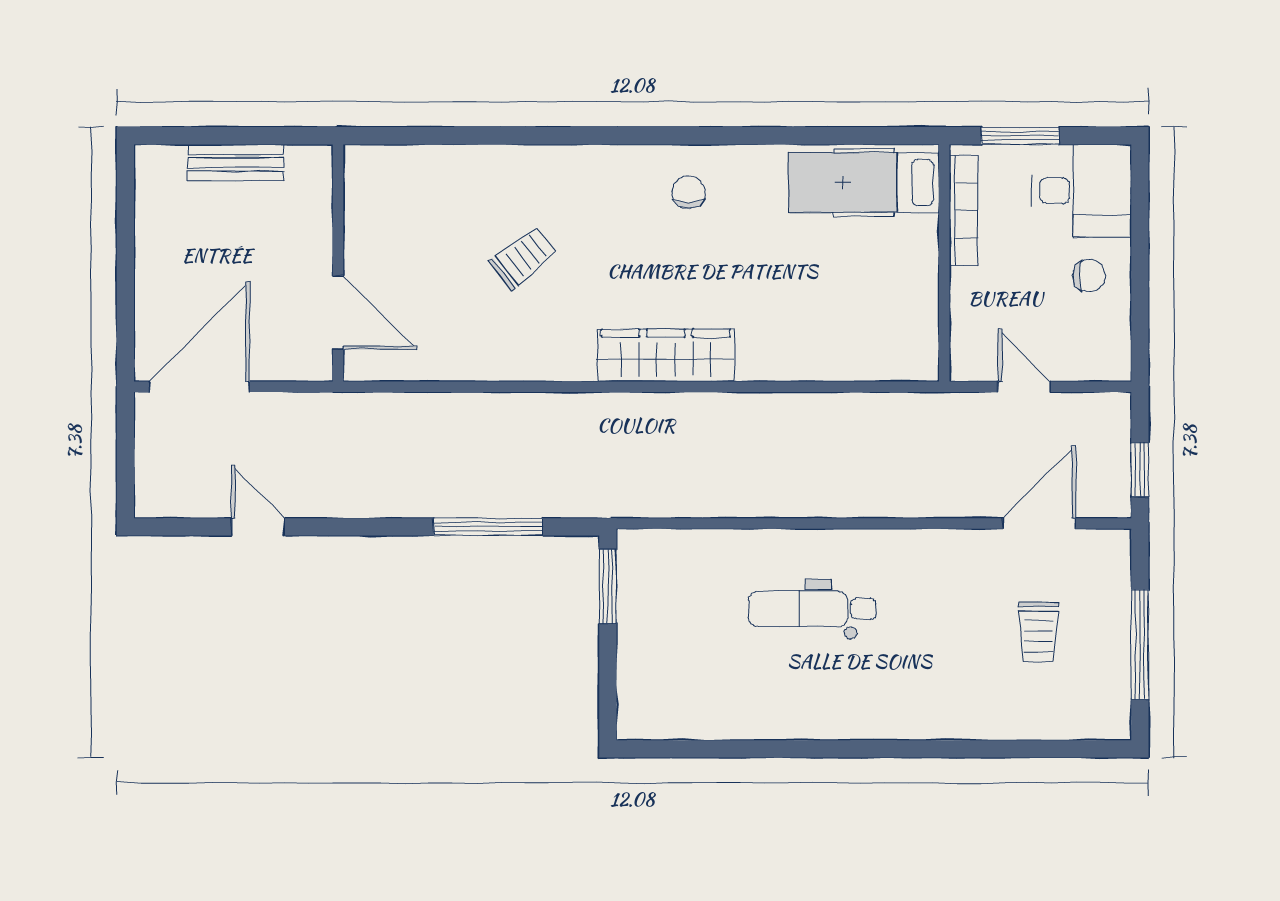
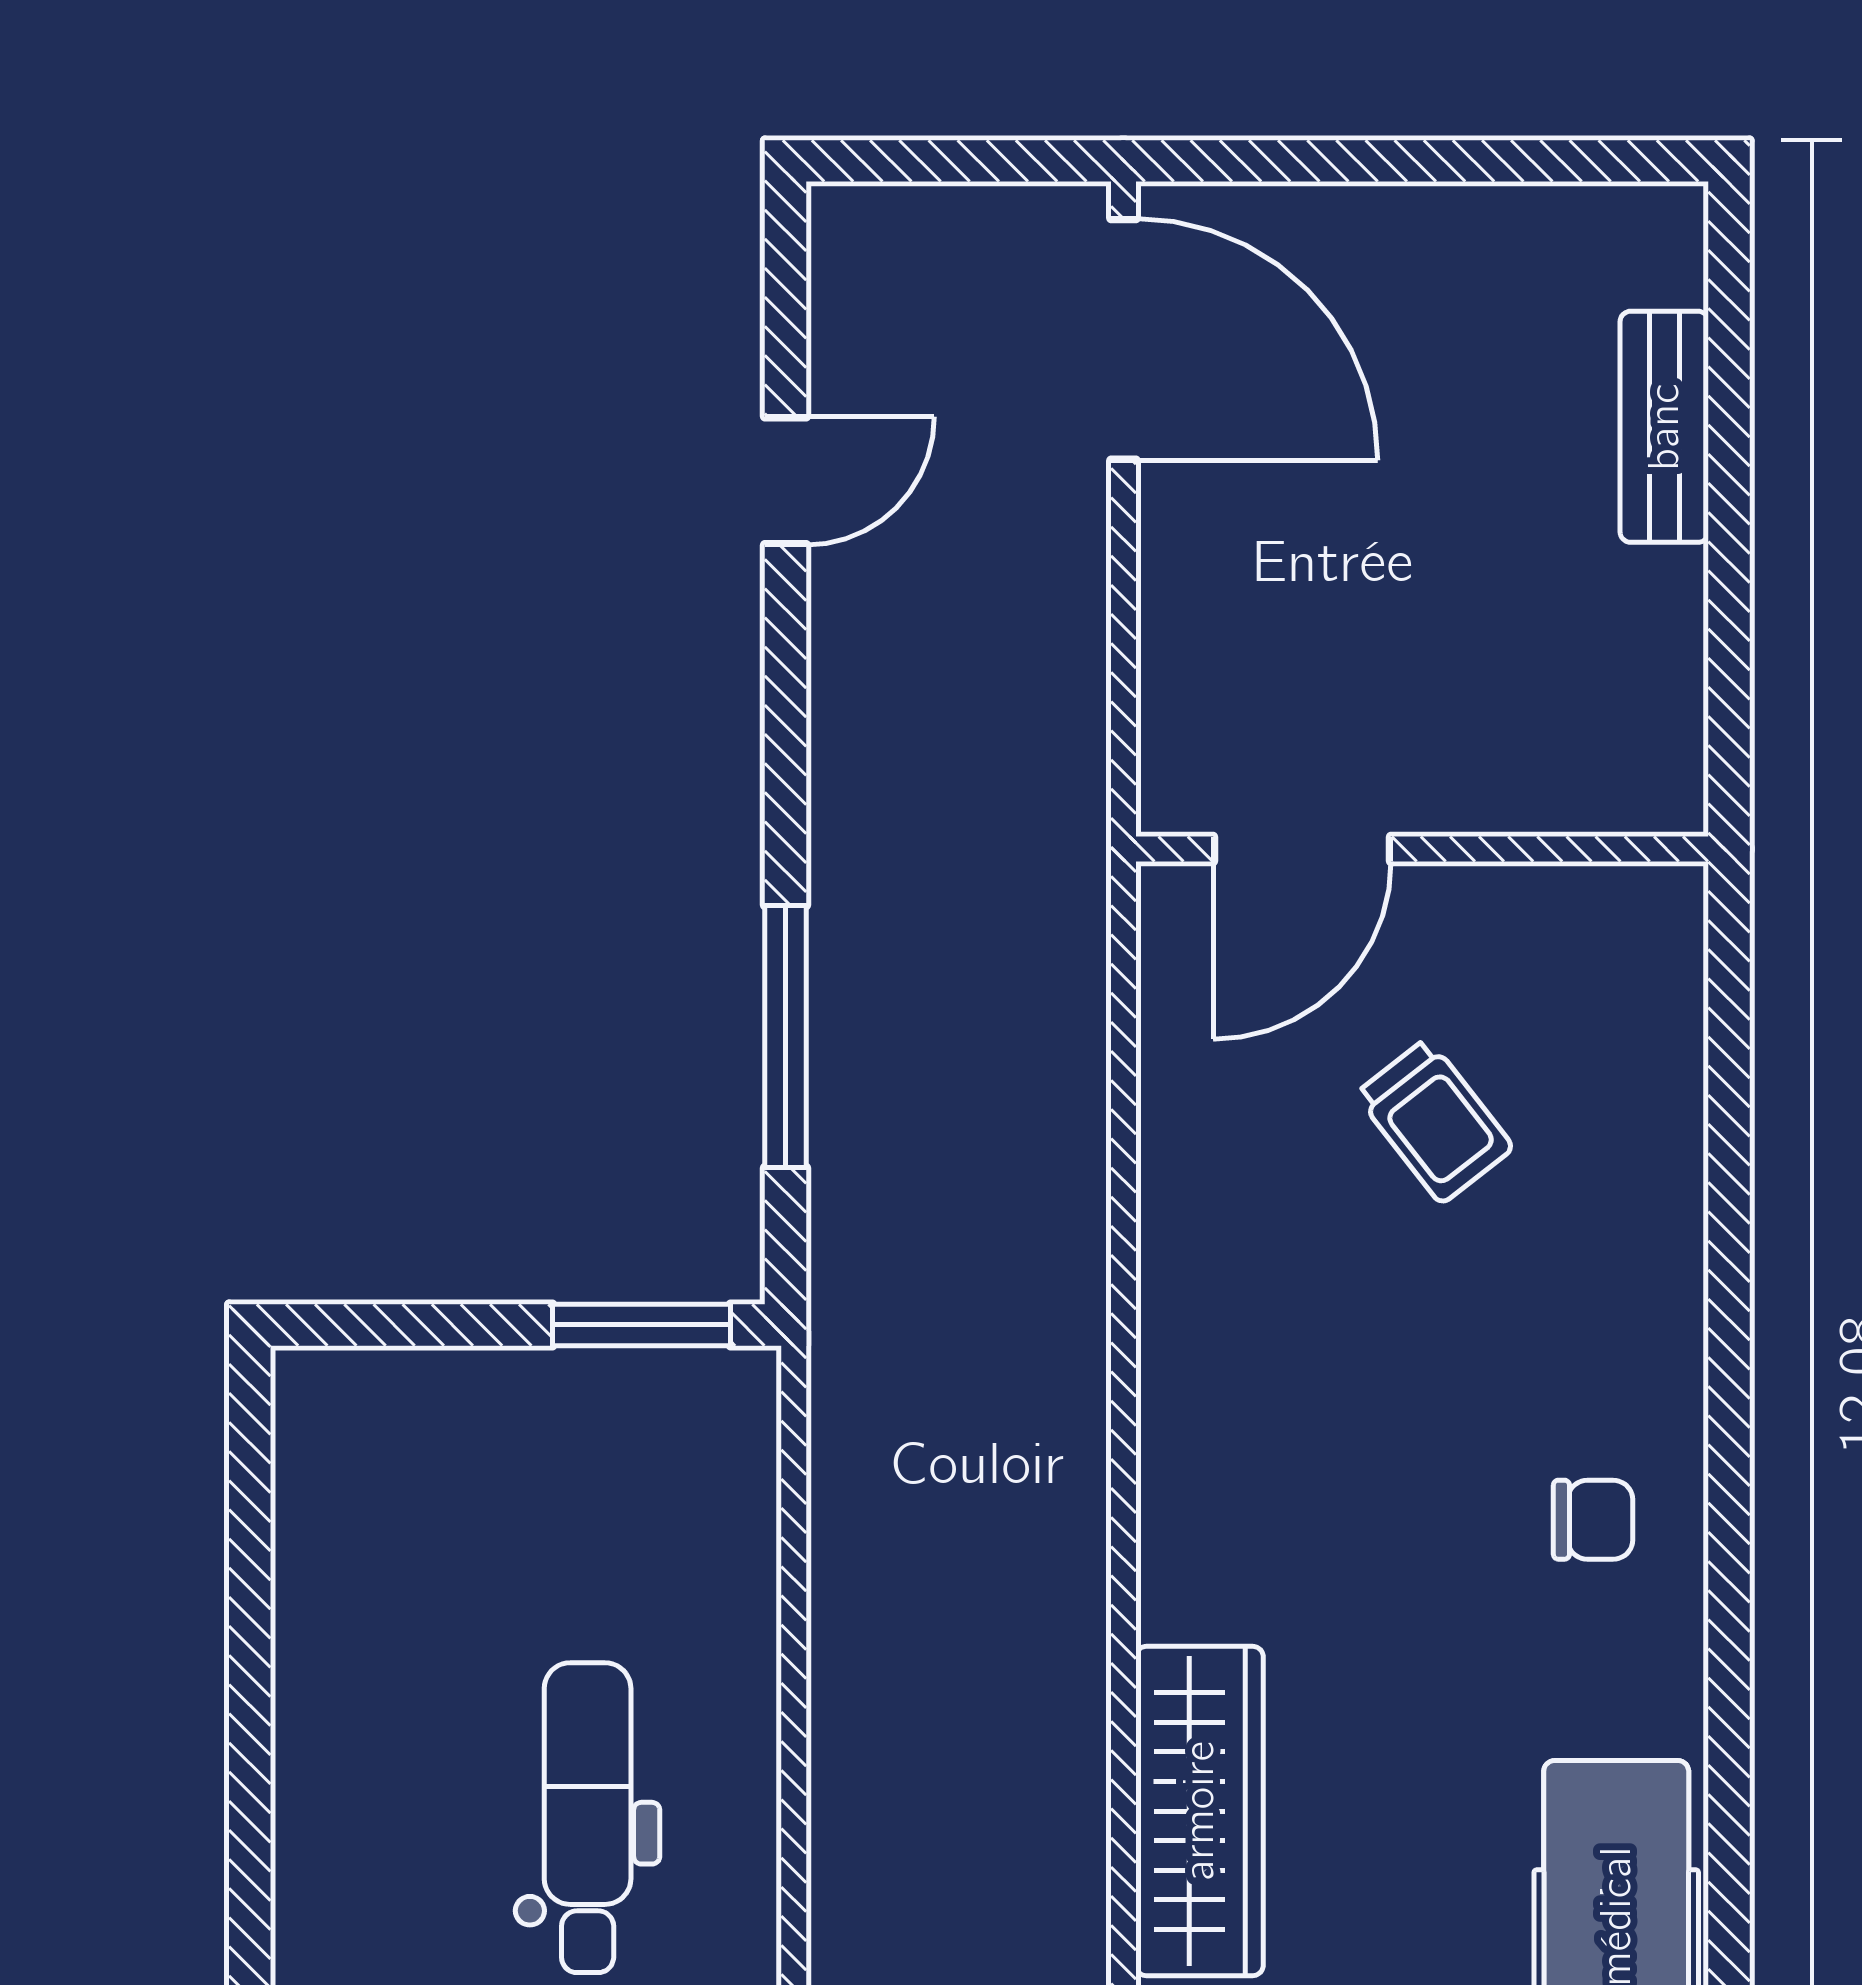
wall: (338, 263) -> (1422, 849), moved
door: (338, 313) -> (1302, 849), moved
wardrobe: (666, 355) -> (1199, 1811), moved

